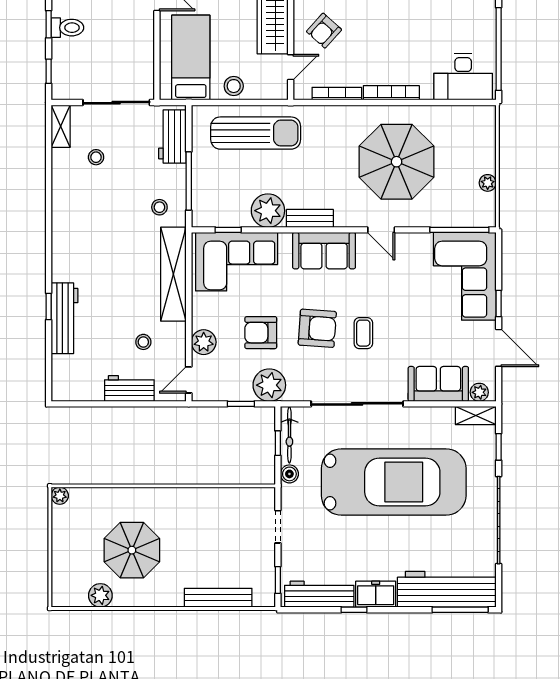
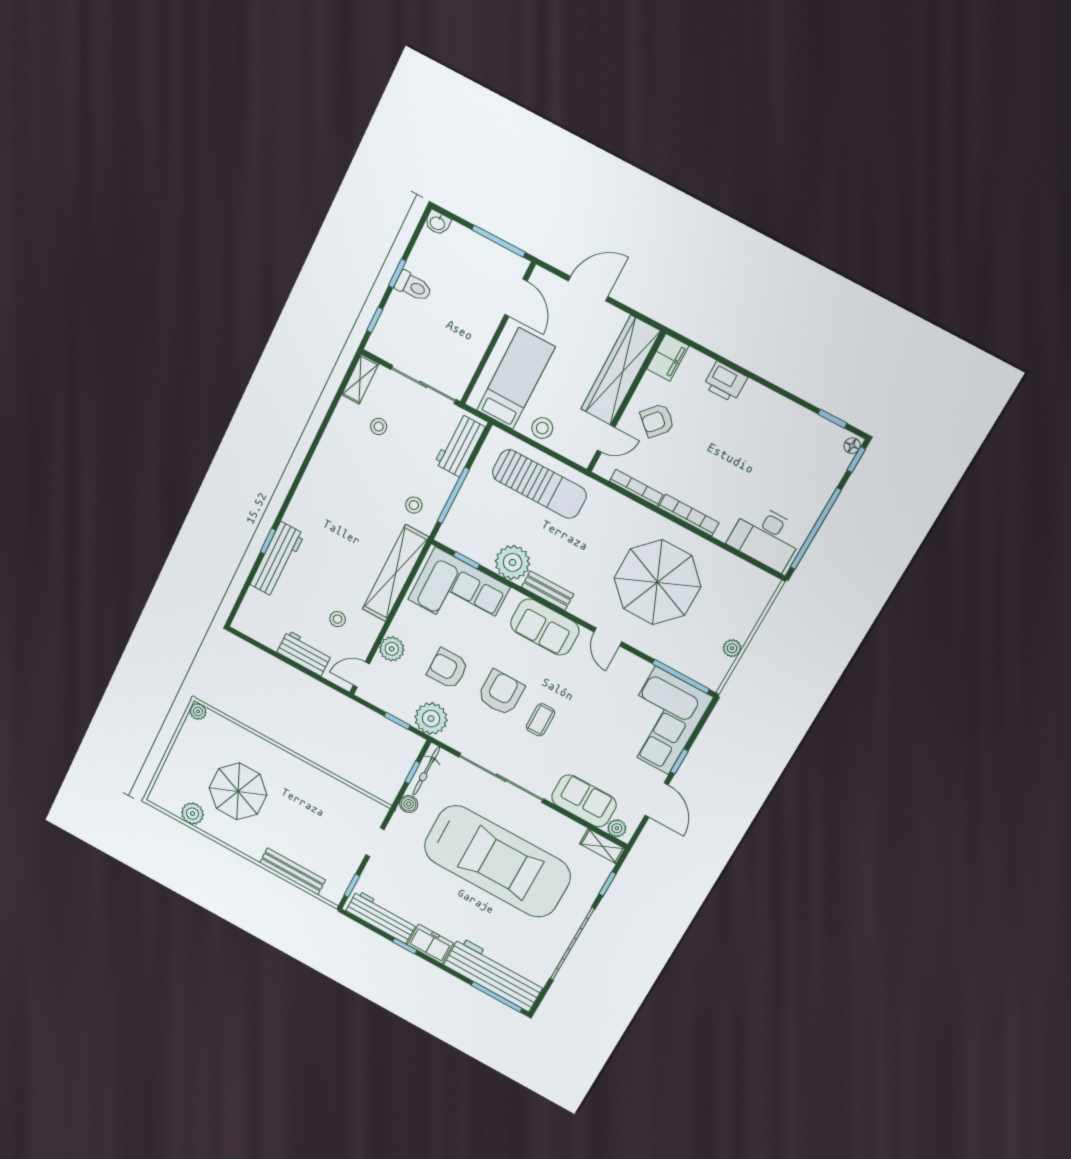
armchair: (317, 328) -> (501, 693), turned -94

